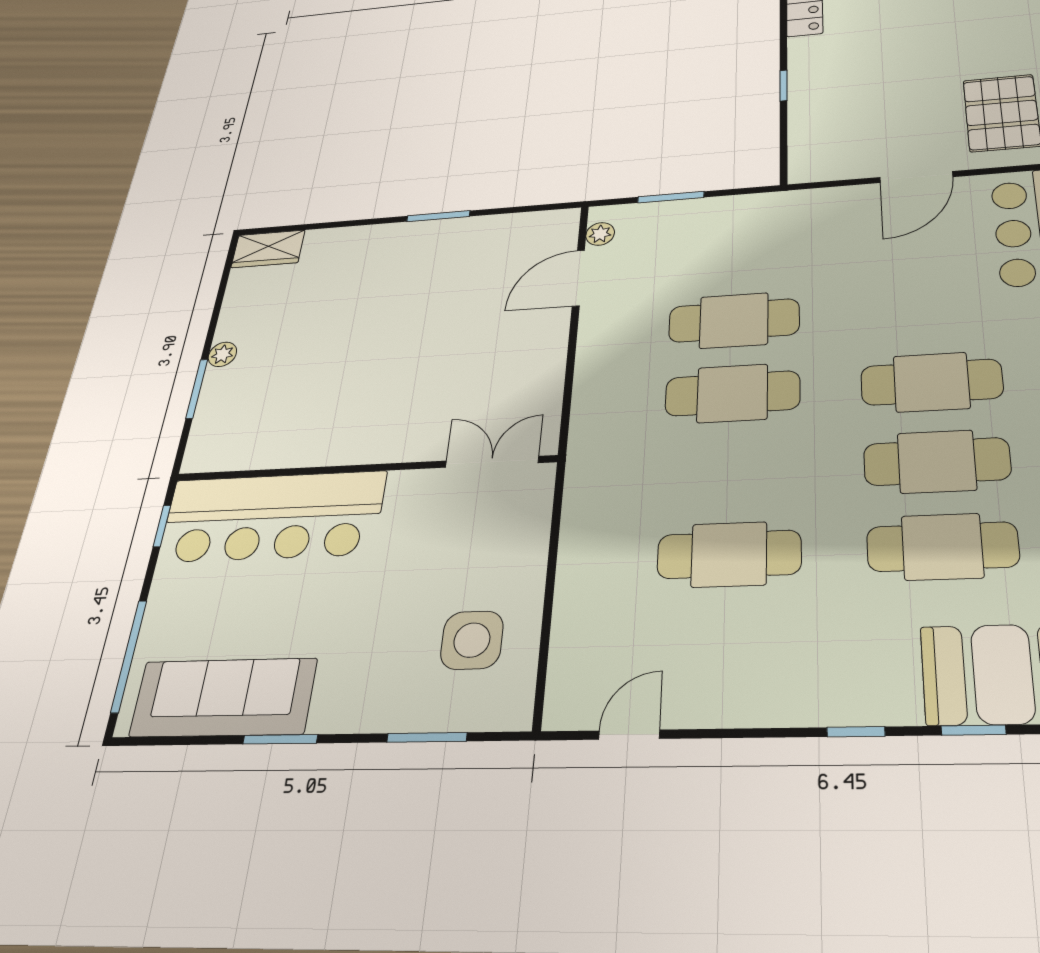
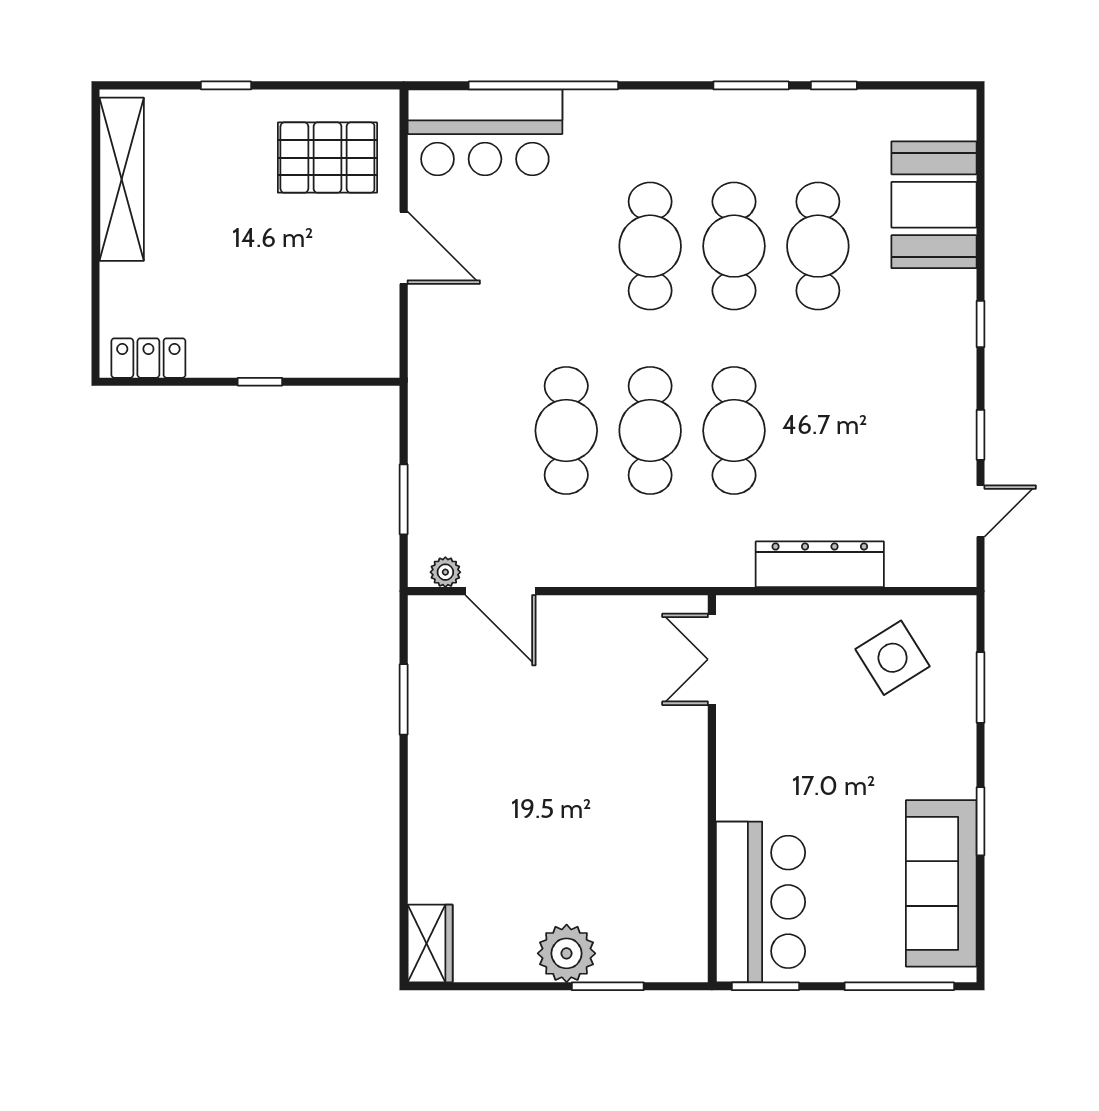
window: (438, 216) -> (404, 699), moved
plant: (222, 354) -> (567, 953), width x1.87, depth x1.87
bar counter: (272, 517) -> (760, 902), width x0.73
window: (162, 526) -> (765, 986), width x1.50
cafe table: (729, 554) -> (734, 431), moved
dresser: (581, 562) -> (820, 564), added
side table: (472, 640) -> (893, 658), turned -32
window: (973, 730) -> (980, 435), moved
door: (629, 735) -> (980, 511), swing flipped

